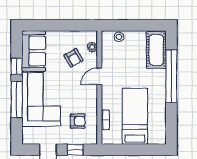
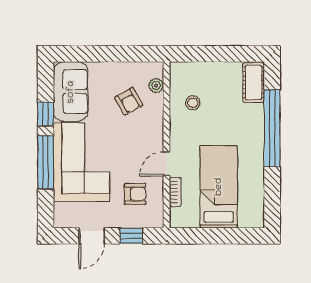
stool: (119, 37) -> (193, 103), moved
cot: (156, 50) -> (254, 83), width x0.73, depth x0.75
door: (99, 76) -> (167, 164), moved

